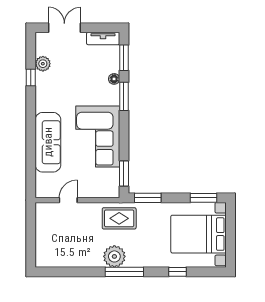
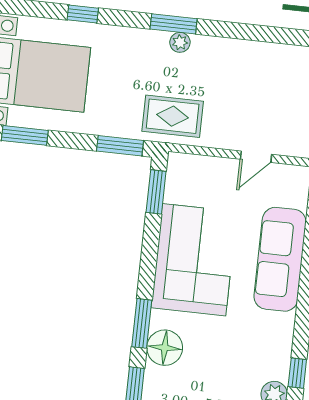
floor lamp: (114, 79) -> (165, 348), width x1.89, depth x1.89
plant: (114, 256) -> (180, 42), width x0.53, depth x0.53
window: (124, 272) -> (174, 24), width x0.69

